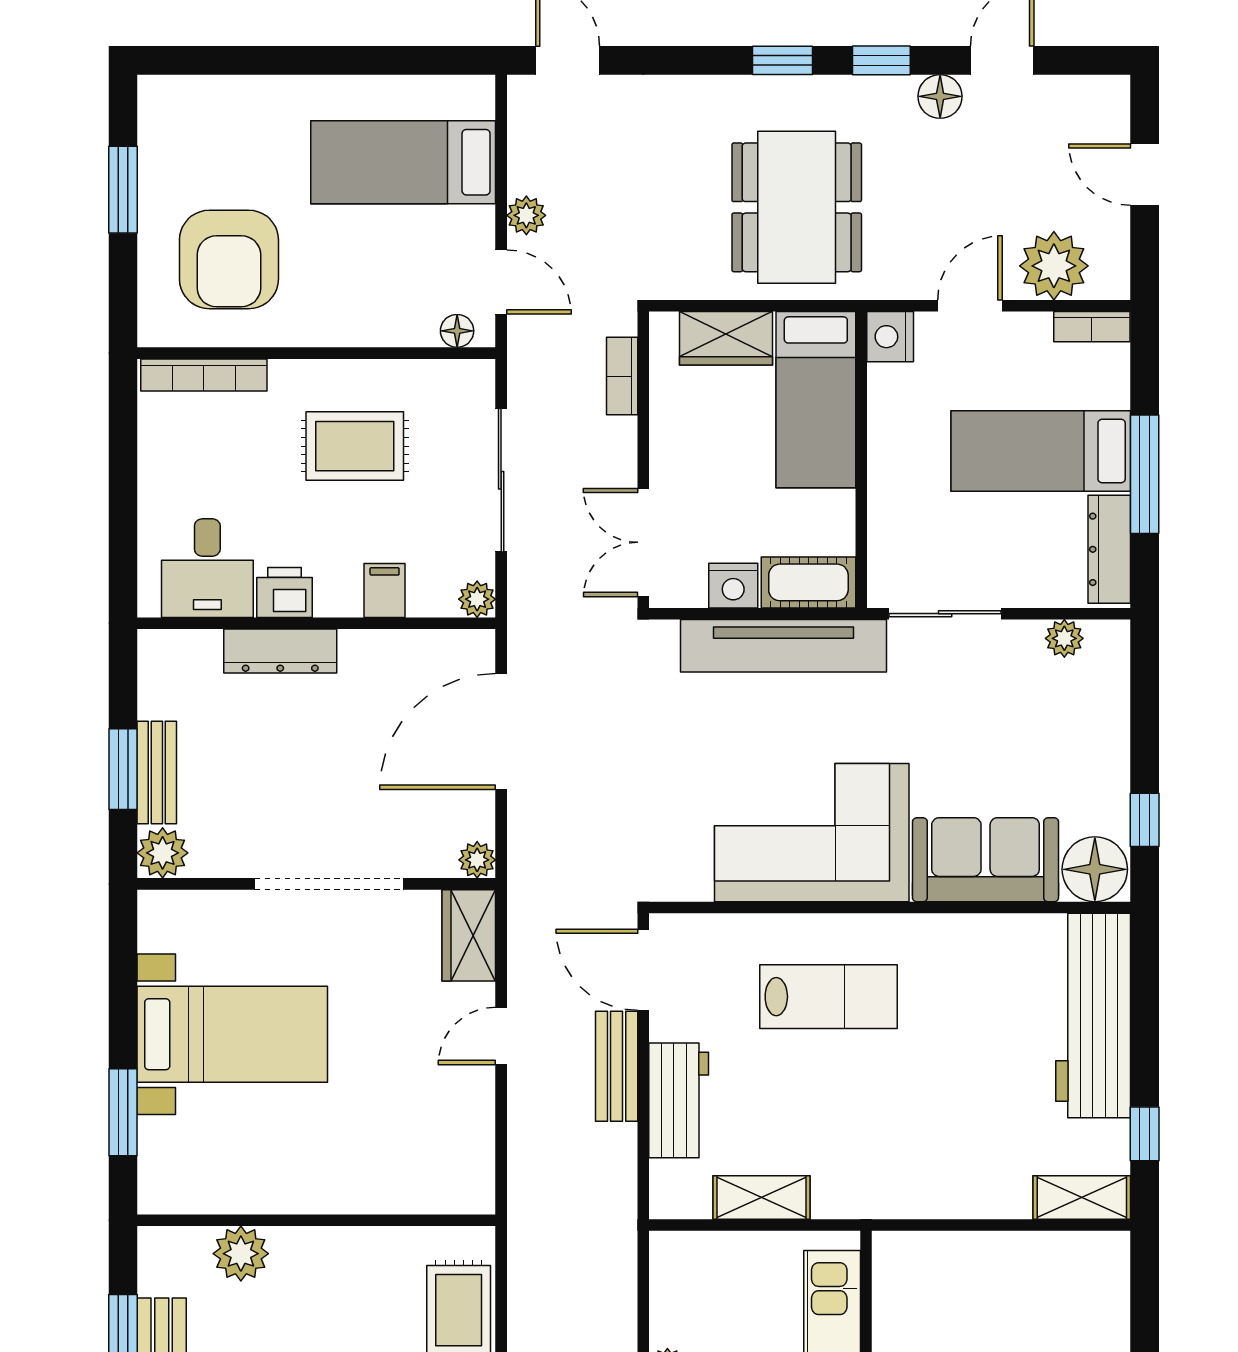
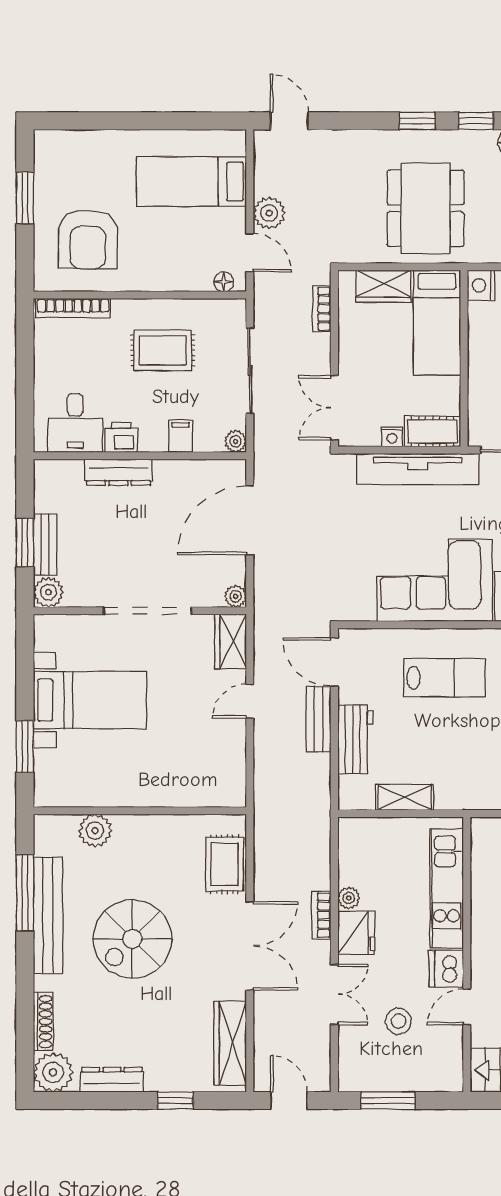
plant: (526, 215) -> (269, 213), width x1.38, depth x1.38
nightstand: (733, 586) -> (392, 437), width x0.72, depth x0.74

